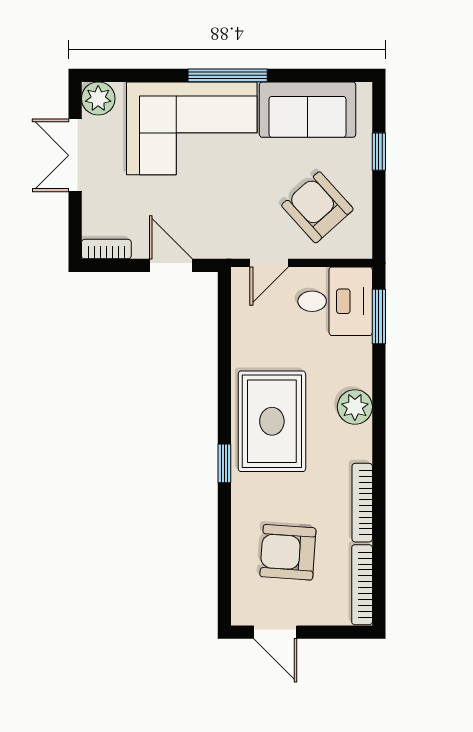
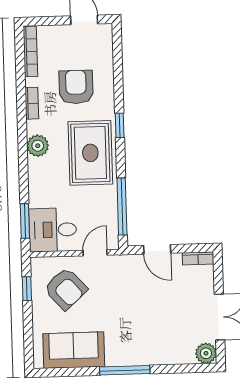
corner sofa: (192, 128) -> (146, 336), removed
window: (379, 152) -> (27, 289), moved
window: (224, 335) -> (122, 207), added
plant: (355, 407) -> (38, 146), moved
bookcase: (362, 503) -> (32, 103), width x0.64
armchair: (288, 552) -> (76, 87), moved, turned -94

